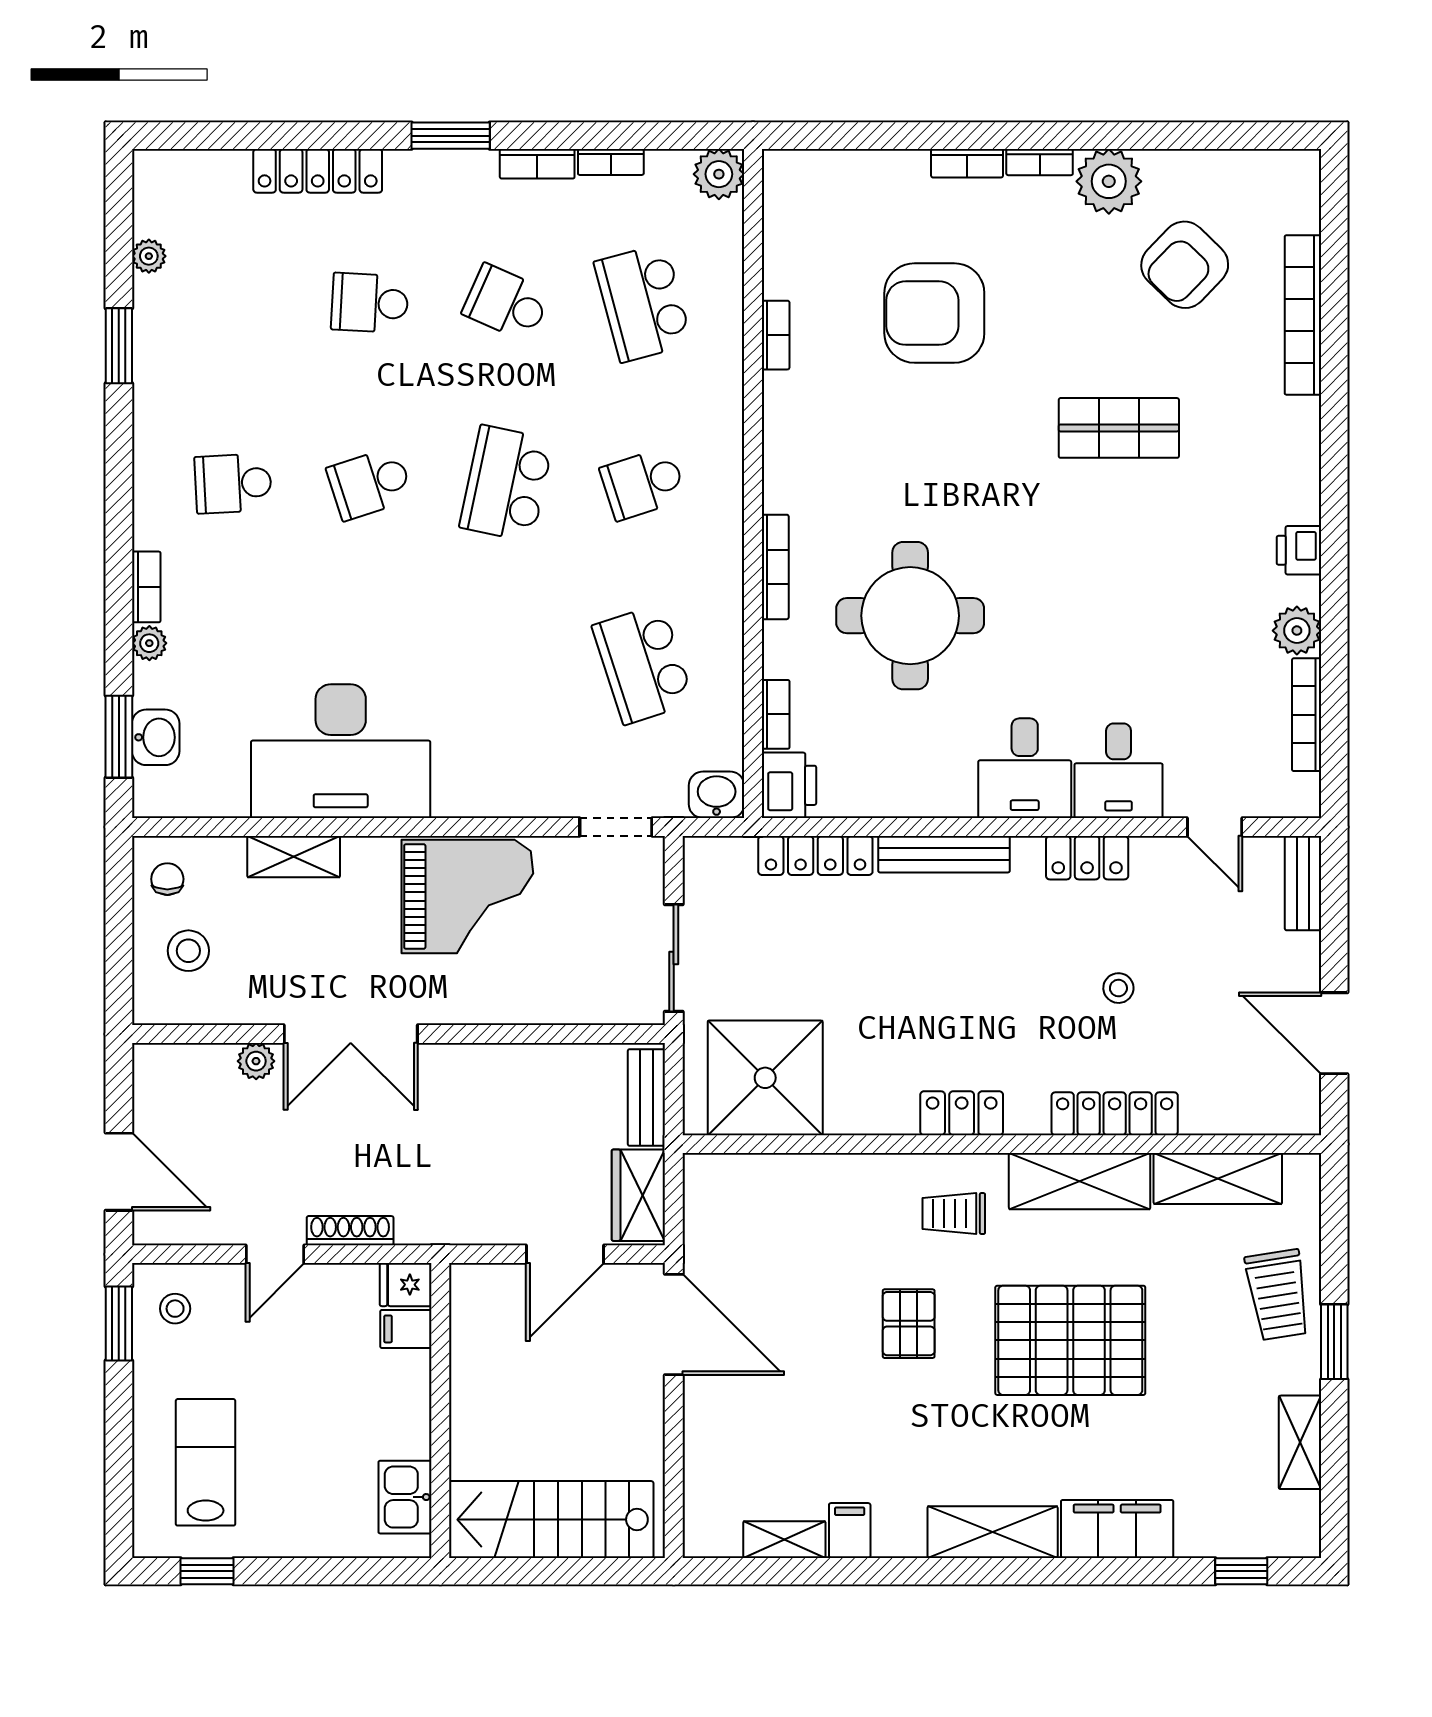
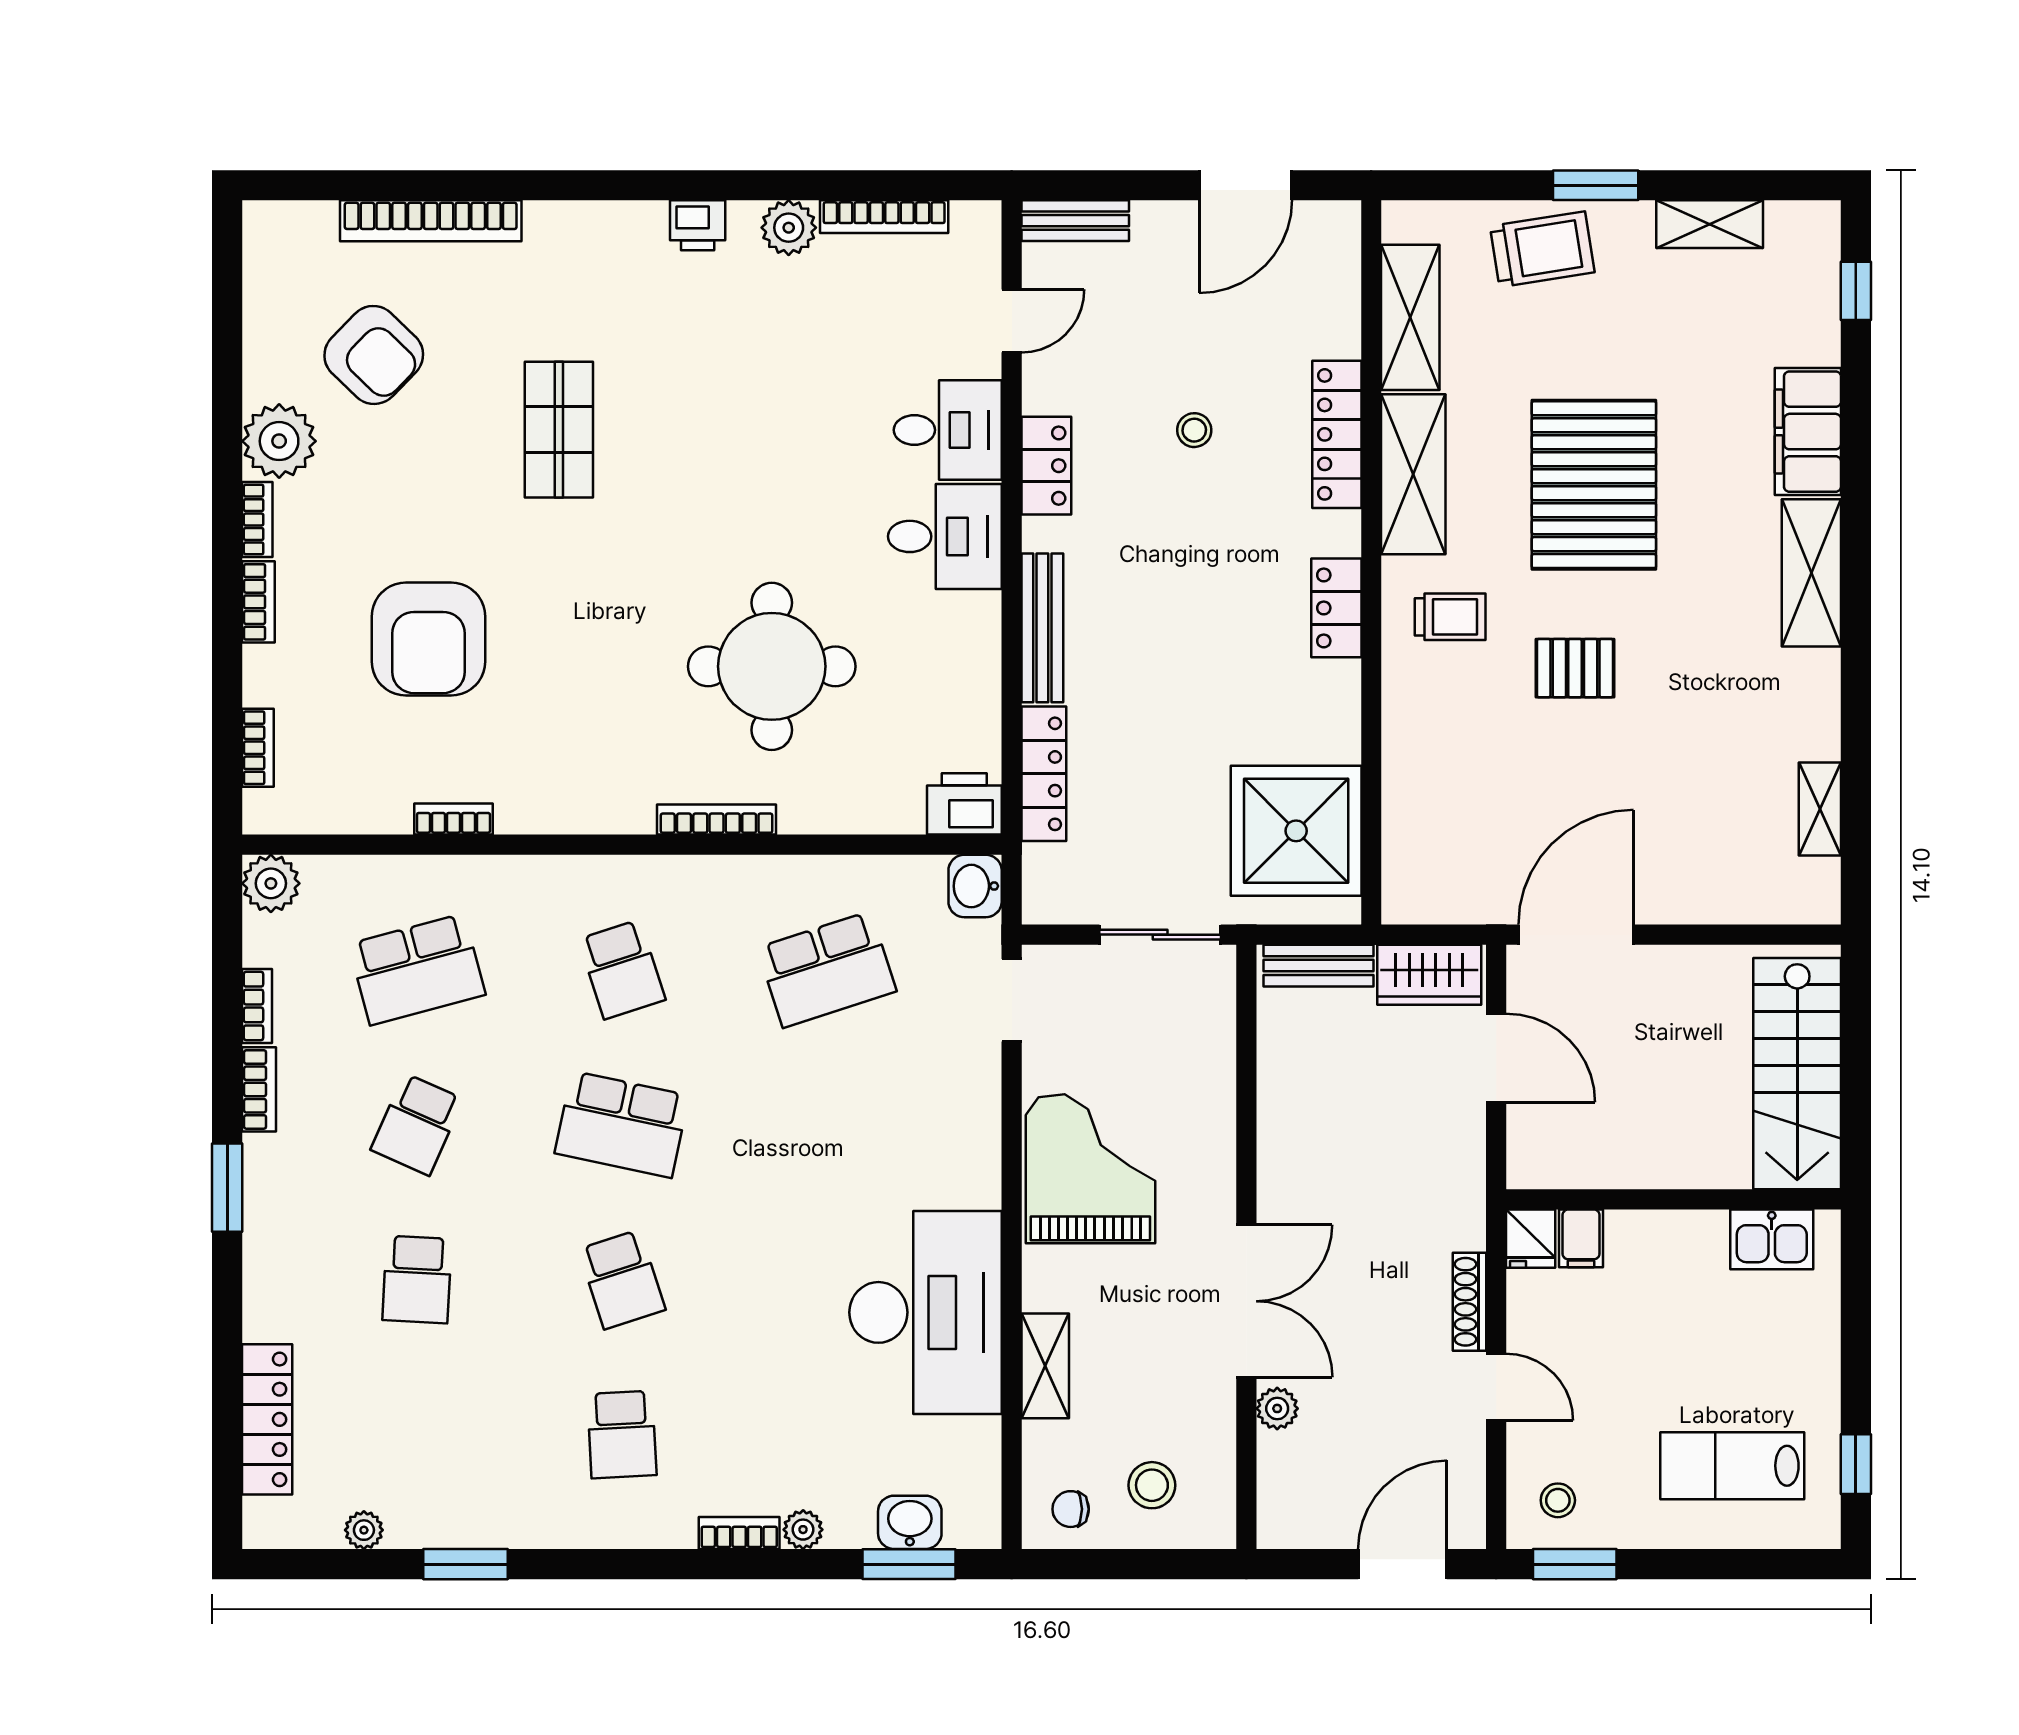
locker: (318, 171) -> (267, 1419), moved
bookcase: (776, 714) -> (258, 748), moved, turned 90
trolley: (954, 1214) -> (1450, 617), turned -90
filing cabinet: (850, 1531) -> (1810, 735), removed

